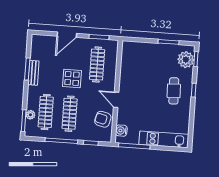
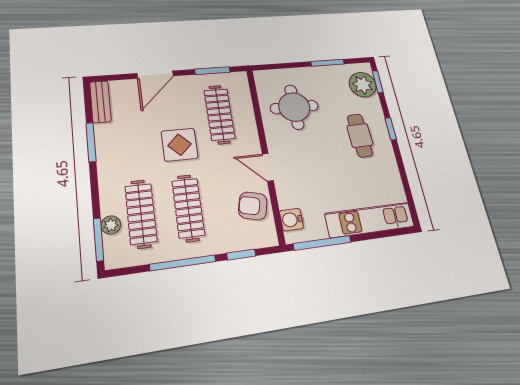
round table: (140, 67) -> (294, 107), added
bench: (33, 73) -> (100, 102), moved

